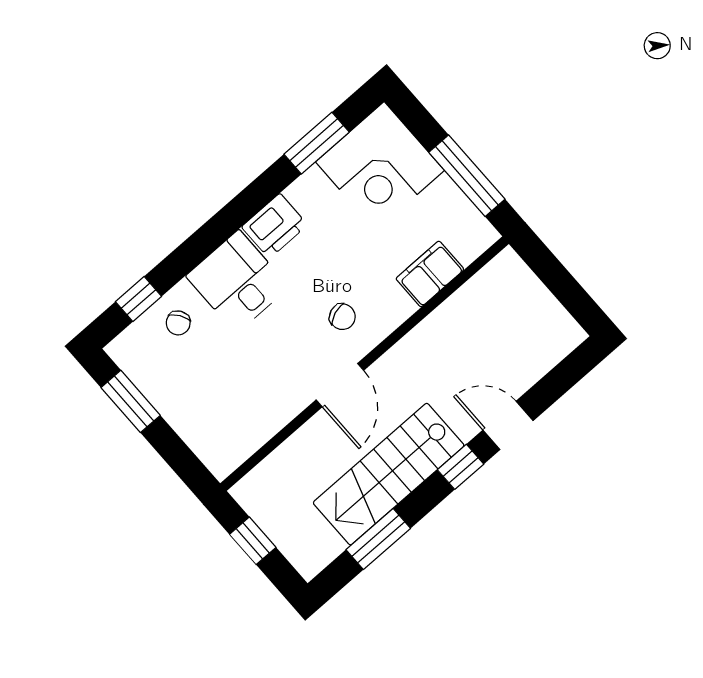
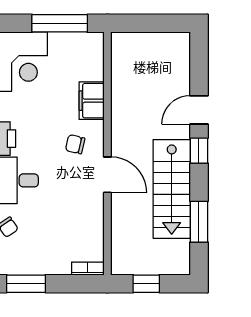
filing cabinet: (430, 274) -> (92, 101), moved
chair: (342, 317) -> (75, 144), turned -147
bookcase: (211, 458) -> (88, 269), added

